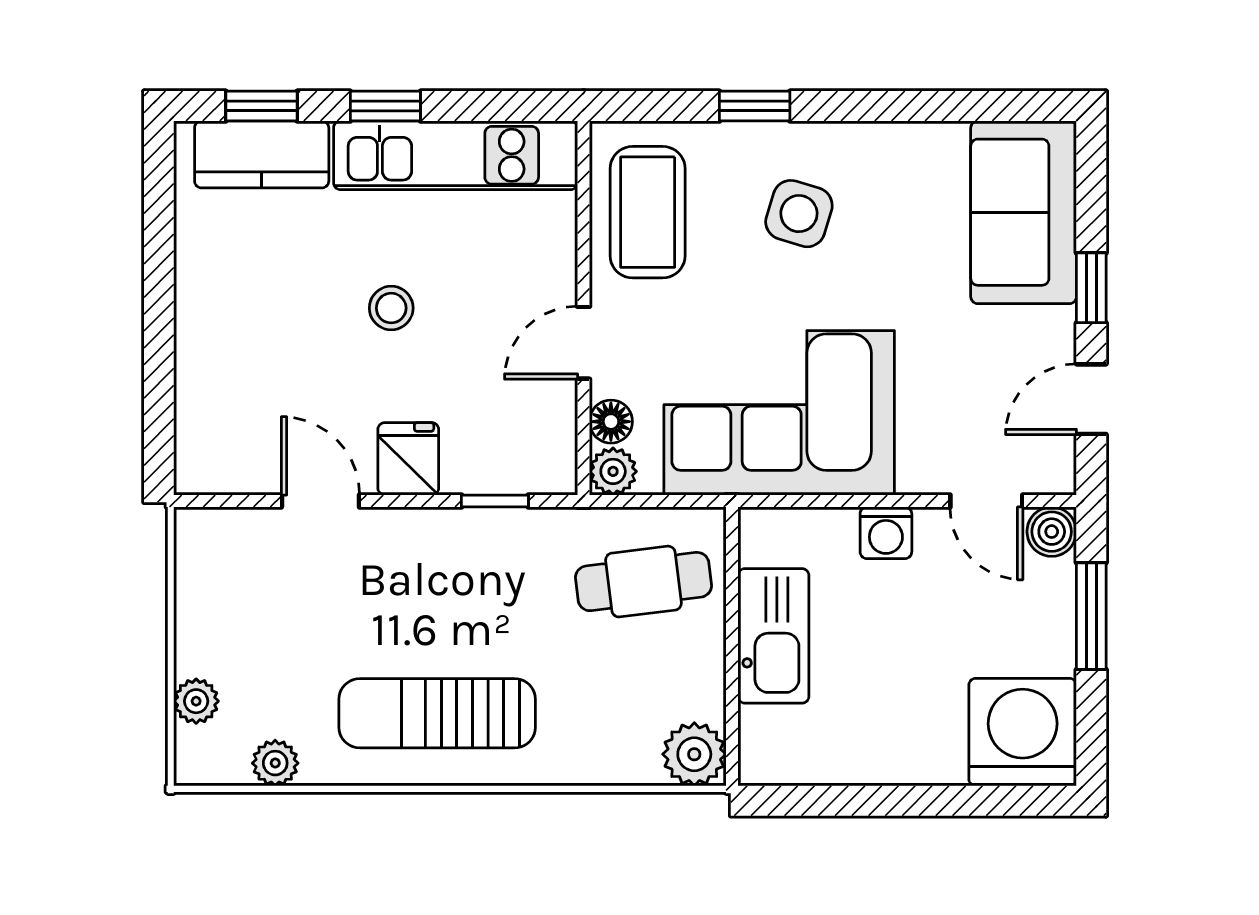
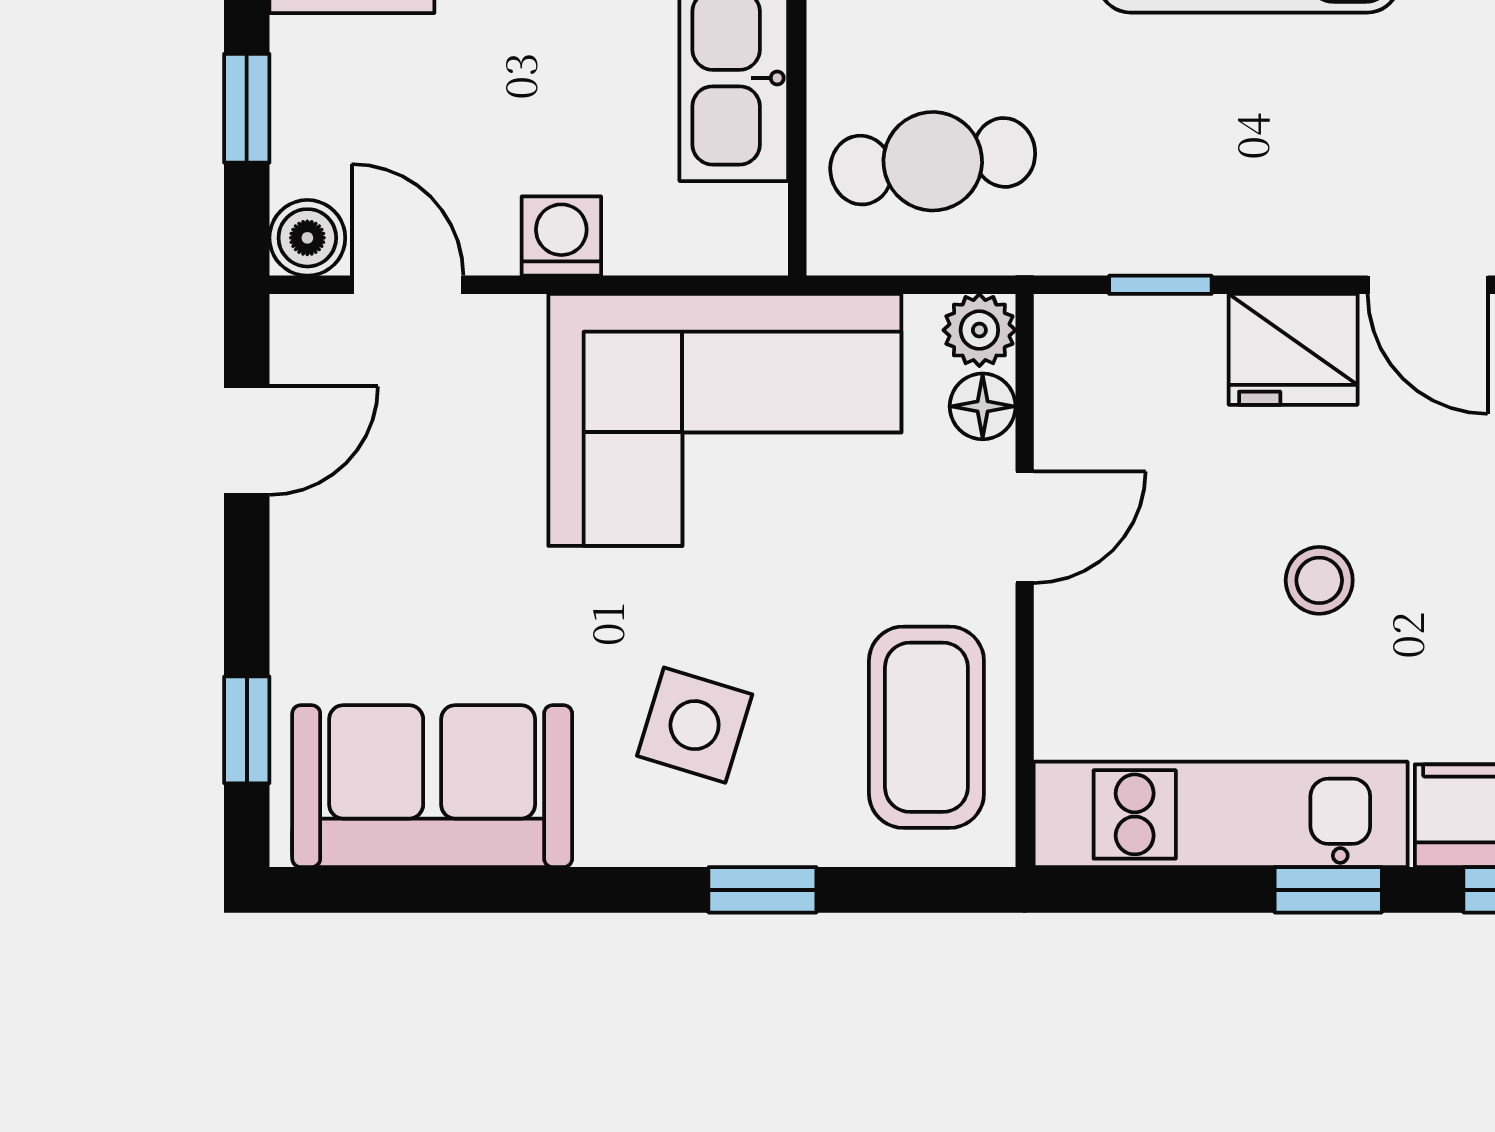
sofa: (1024, 212) -> (432, 786), moved, turned -90
window: (1091, 288) -> (247, 730), moved
fridge: (408, 459) -> (1293, 349), width x1.38
window: (1091, 616) -> (247, 108), width x0.67

